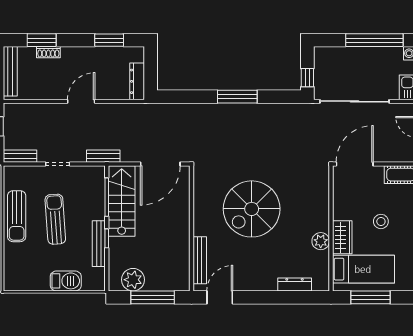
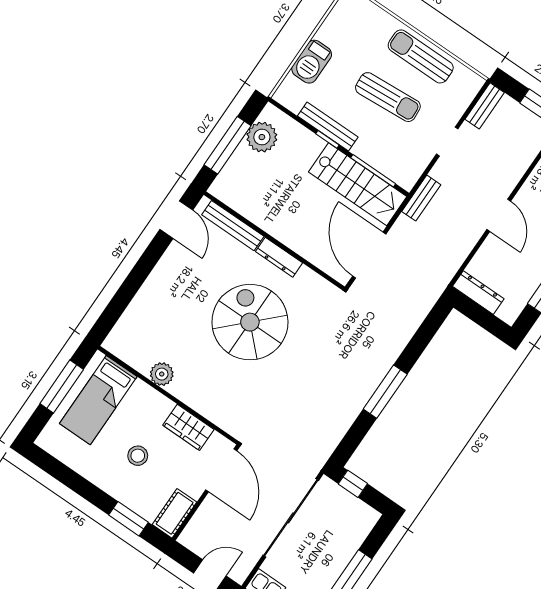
wardrobe: (342, 237) -> (188, 427), moved
dresser: (295, 284) -> (279, 257), moved, turned 90

